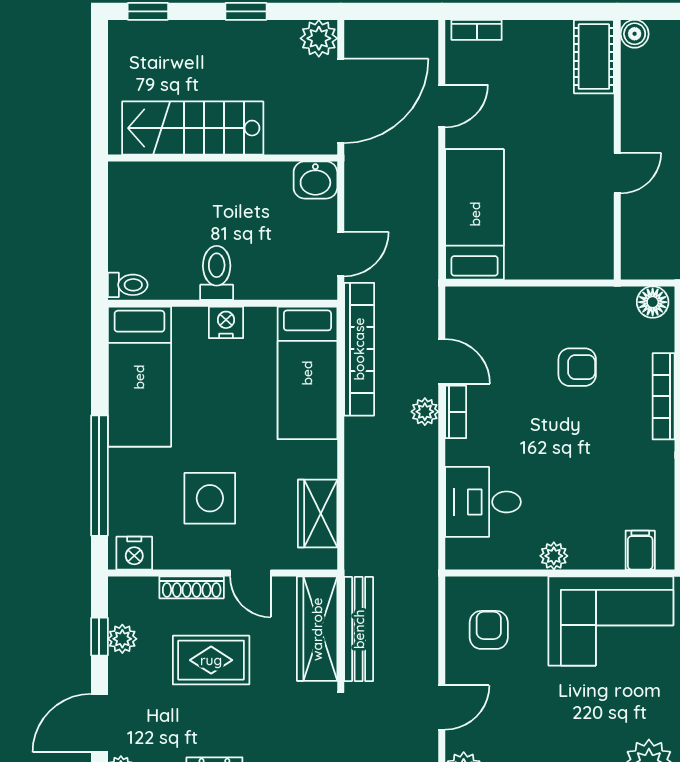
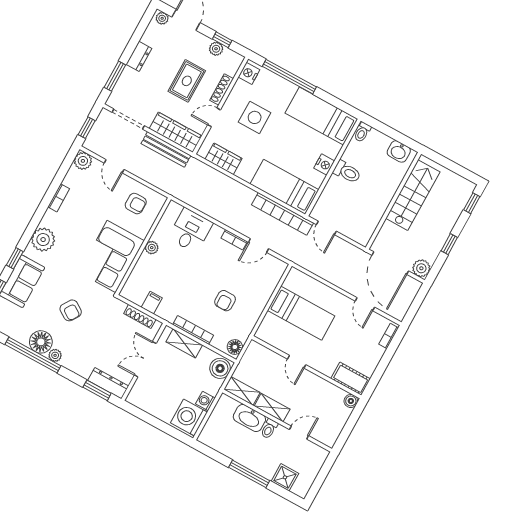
washbasin: (315, 180) -> (399, 151), moved, turned -90
bed: (475, 214) -> (301, 313), moved
plant: (425, 412) -> (241, 227), removed
filing cabinet: (640, 550) -> (152, 303), moved, turned -90

